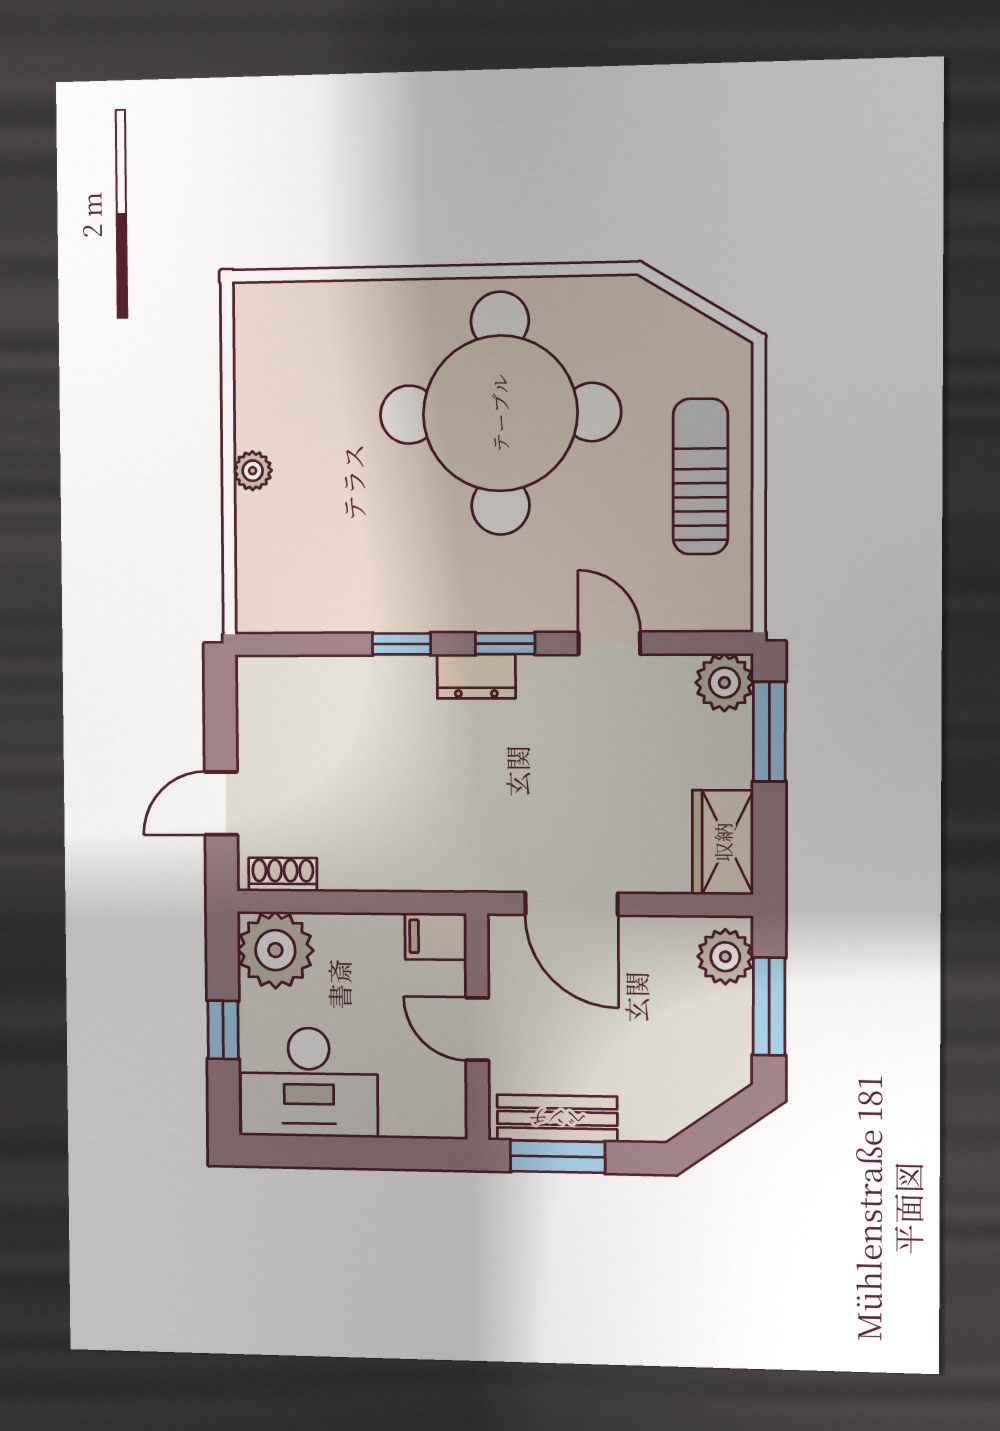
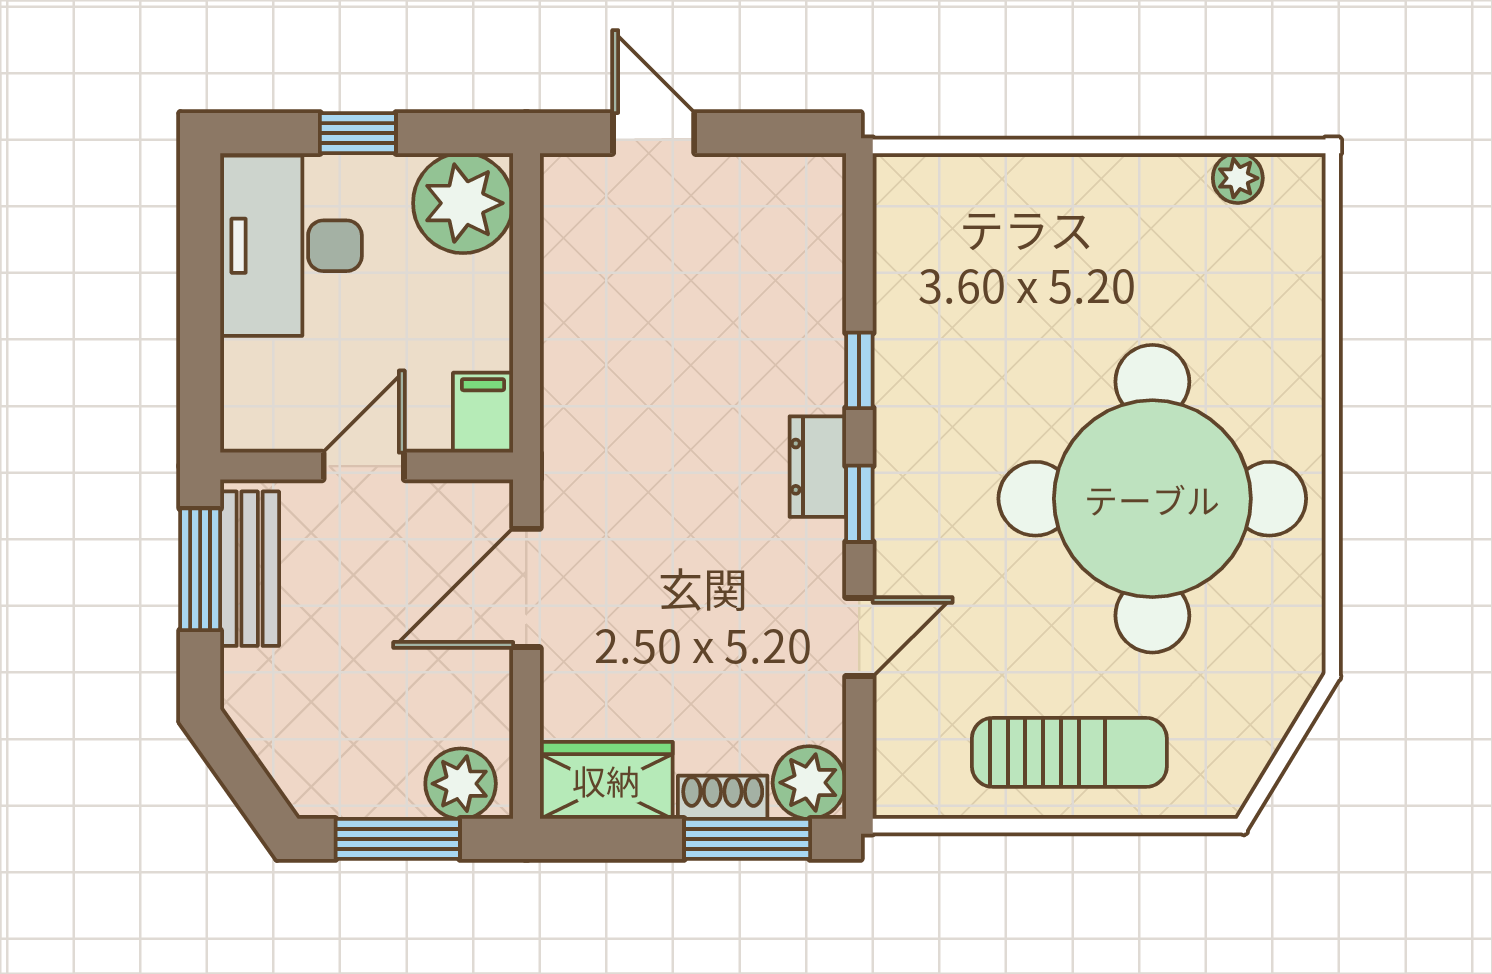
plant: (253, 471) -> (1238, 178), moved
shoe rack: (283, 875) -> (723, 797), moved, turned -90

